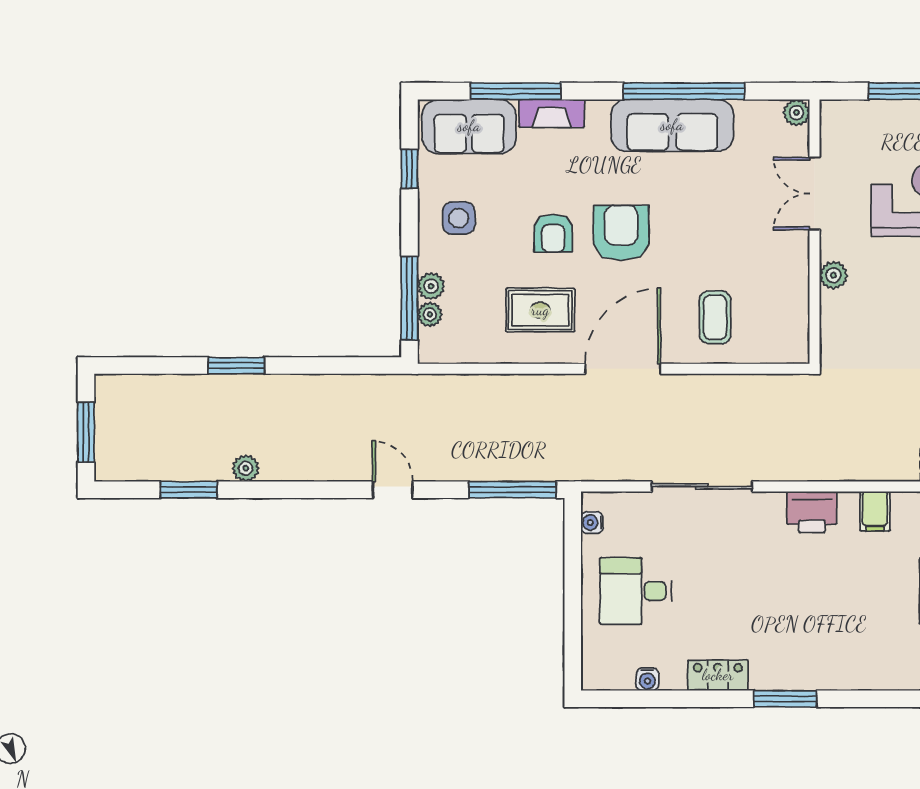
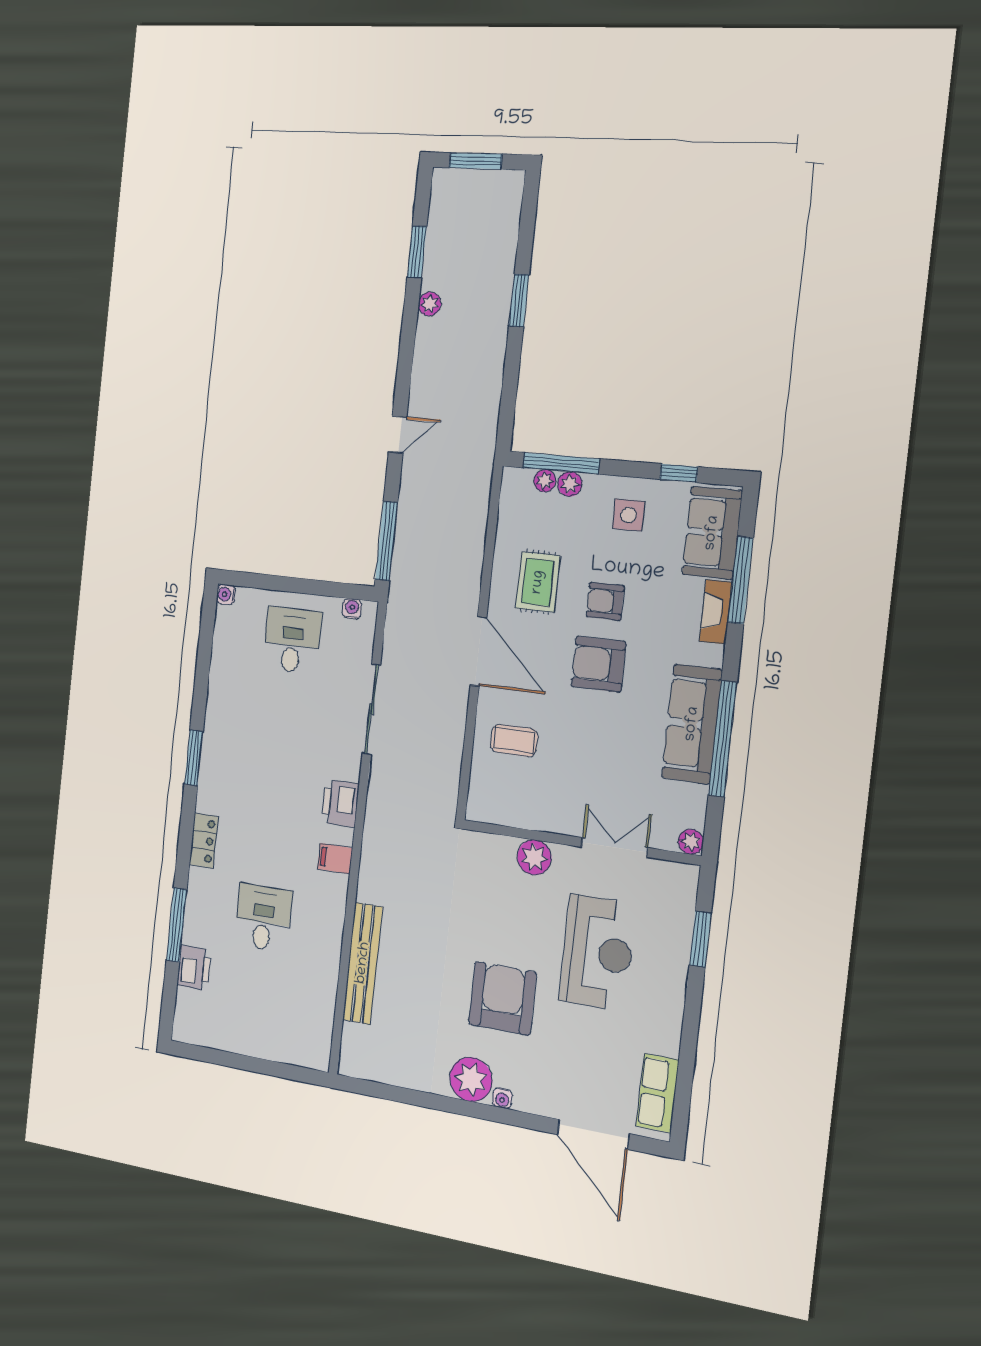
armchair: (621, 233) -> (599, 664), turned 180
plant: (833, 275) -> (534, 857), width x1.38, depth x1.38
locker: (718, 675) -> (204, 841), moved
water cooler: (647, 679) -> (226, 594), moved

